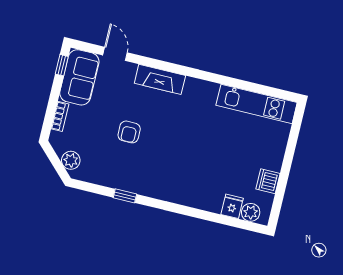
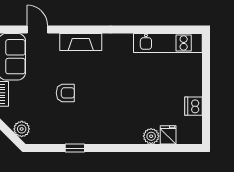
armchair: (129, 132) -> (65, 93), turned -90
plant: (251, 212) -> (151, 136), moved

